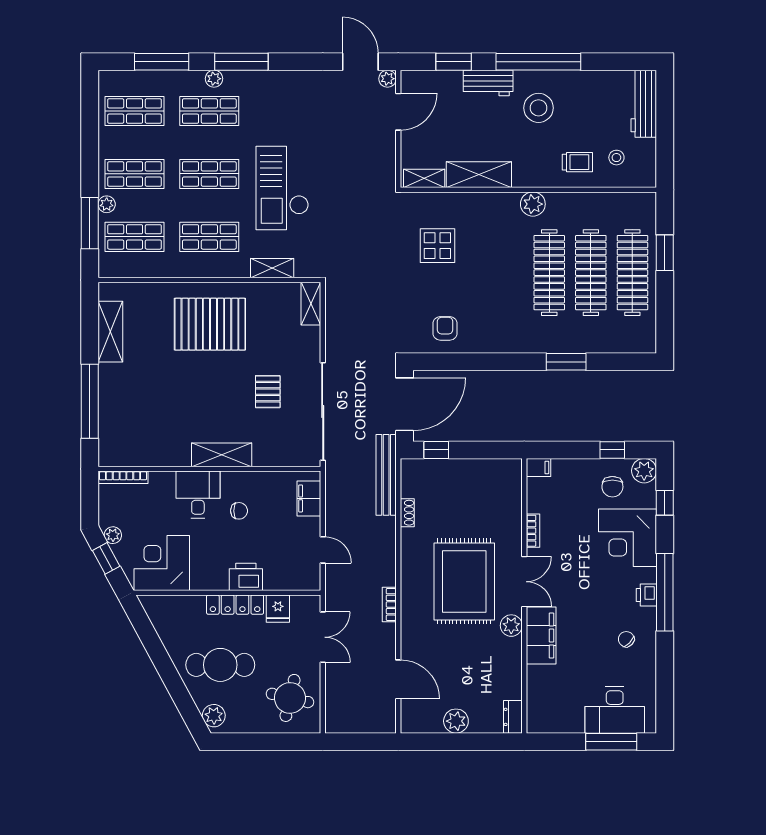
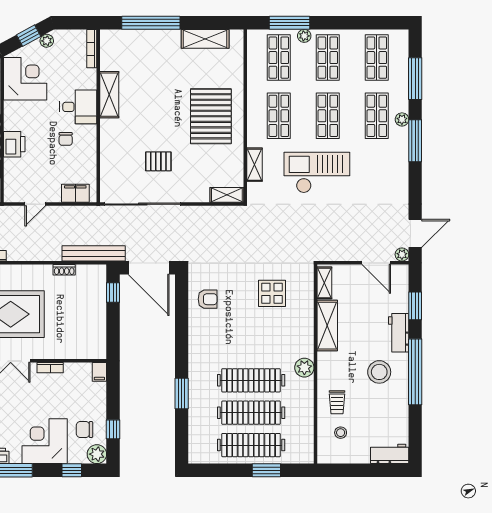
workbench: (644, 104) -> (390, 454), width x0.73
shelving: (222, 455) -> (109, 95), moved

